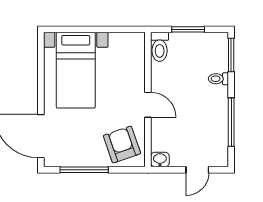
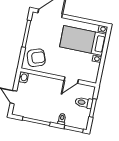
toilet: (160, 47) -> (84, 103), moved
door: (148, 105) -> (71, 80), moved

